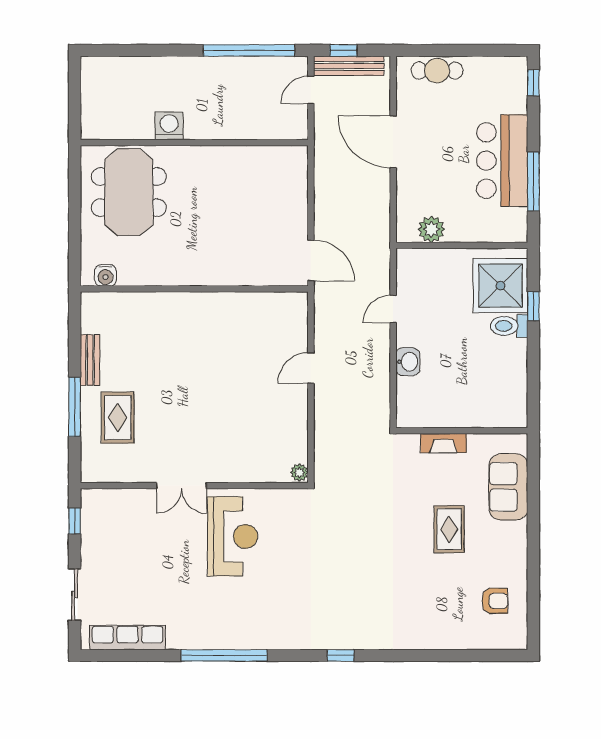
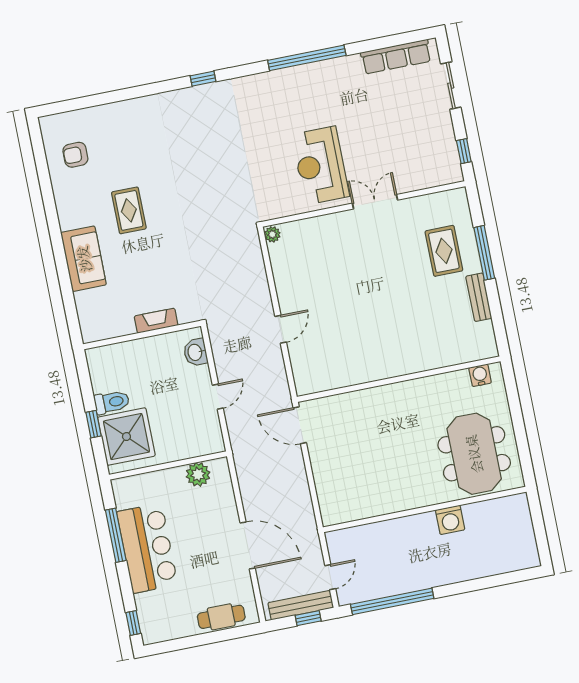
wall: (462, 431) -> (142, 335), moved
fireplace: (443, 443) -> (156, 321), moved

